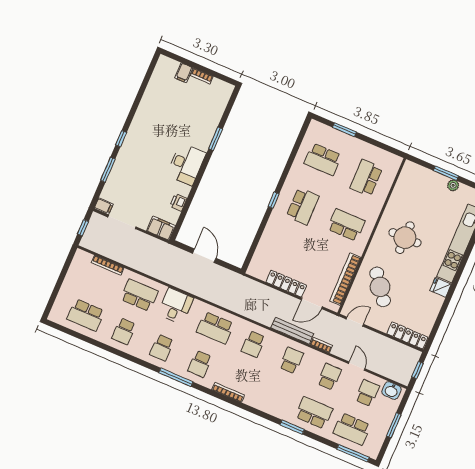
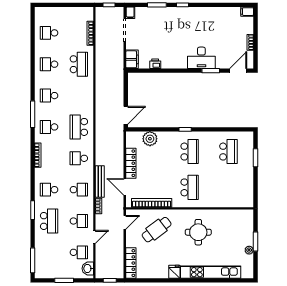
filing cabinet: (184, 73) -> (247, 12), moved
door: (230, 105) -> (238, 71), added
school desk: (323, 159) -> (228, 152), turned 180
desk: (186, 164) -> (201, 58), moved
school desk: (366, 178) -> (228, 187), removed
school desk: (303, 206) -> (190, 152), turned -90
plant: (267, 248) -> (150, 139), added
door: (204, 256) -> (126, 115), moved
desk: (176, 306) -> (82, 93), removed
school desk: (86, 315) -> (49, 33), width x0.54
door: (355, 322) -> (125, 222), hinge flipped
school desk: (352, 429) -> (49, 190), moved, width x0.54

